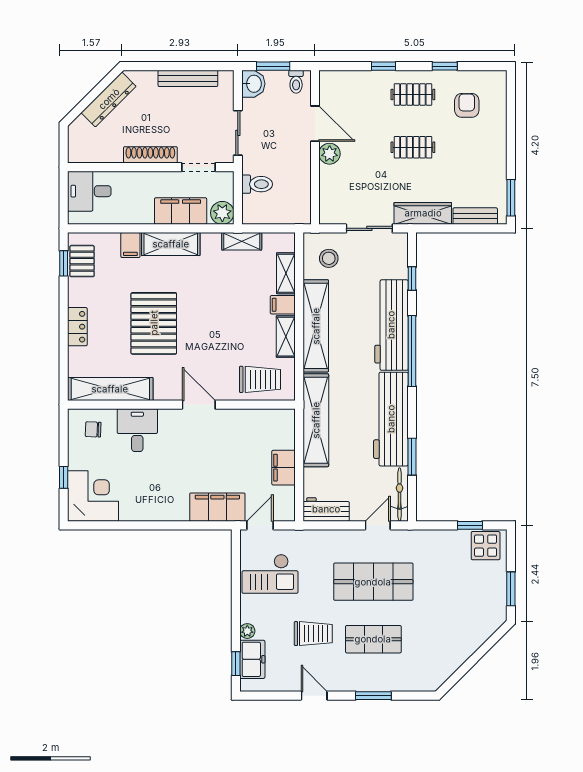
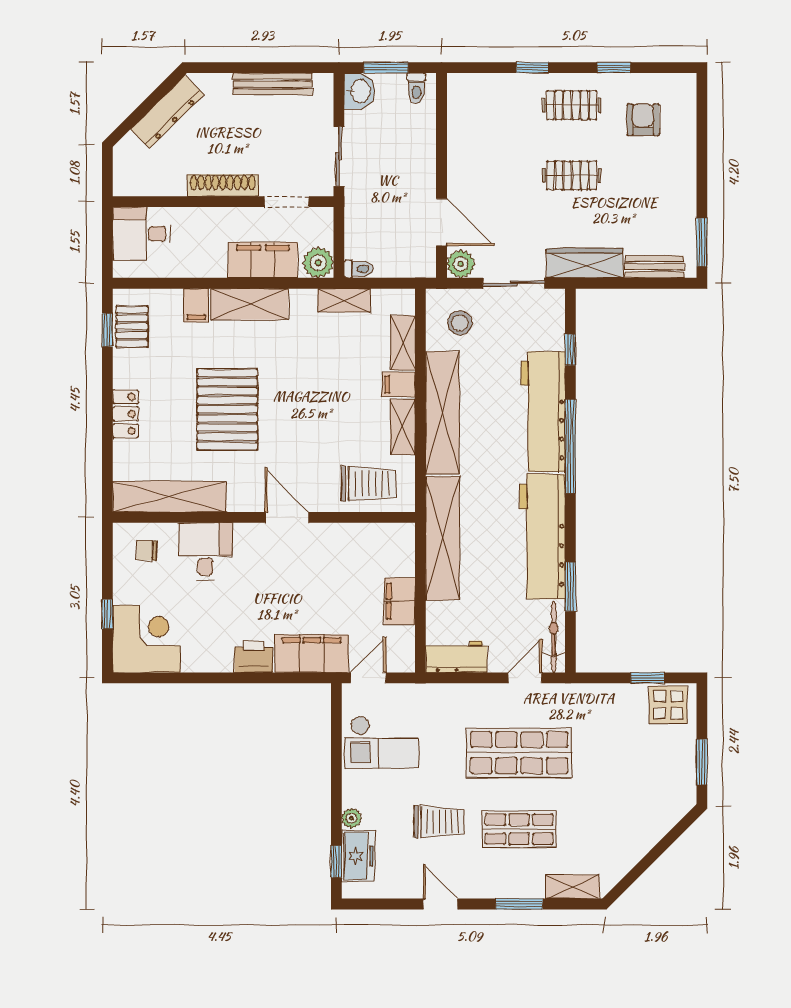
door: (315, 124) -> (441, 222), moved
plant: (330, 154) -> (461, 264), moved
toilet: (257, 184) -> (359, 269), moved, width x0.73, depth x0.72
printer: (174, 509) -> (254, 657), added
shelving: (414, 683) -> (573, 887), added

